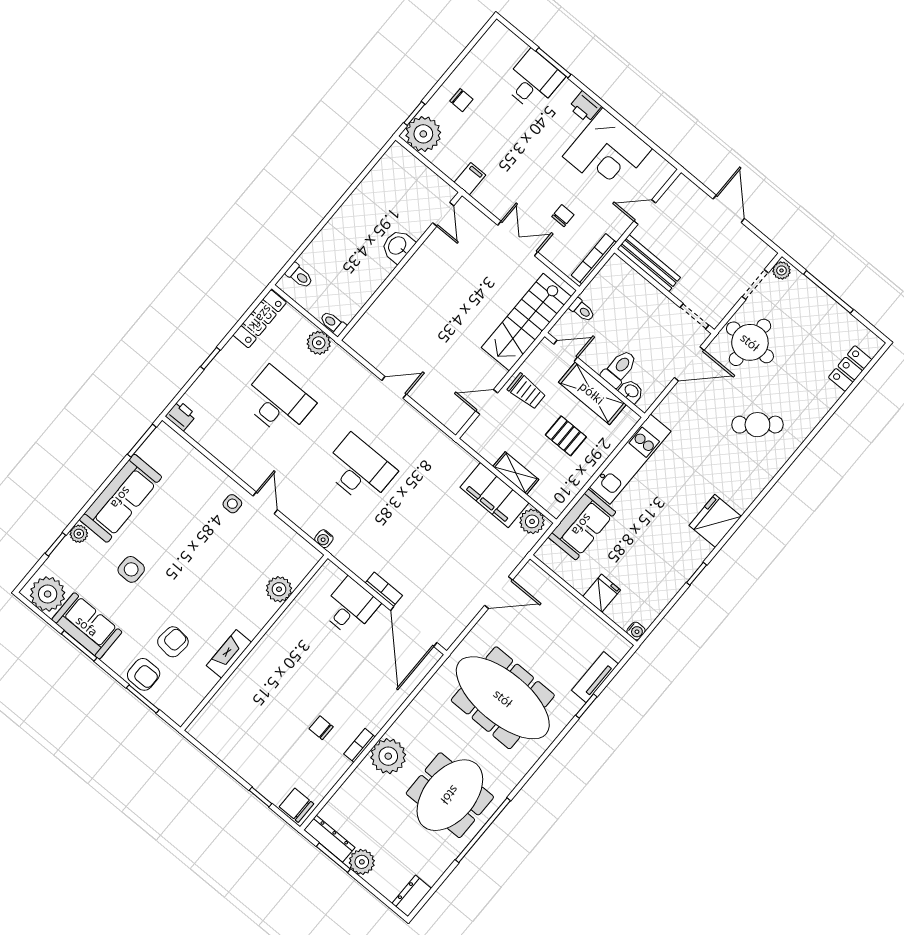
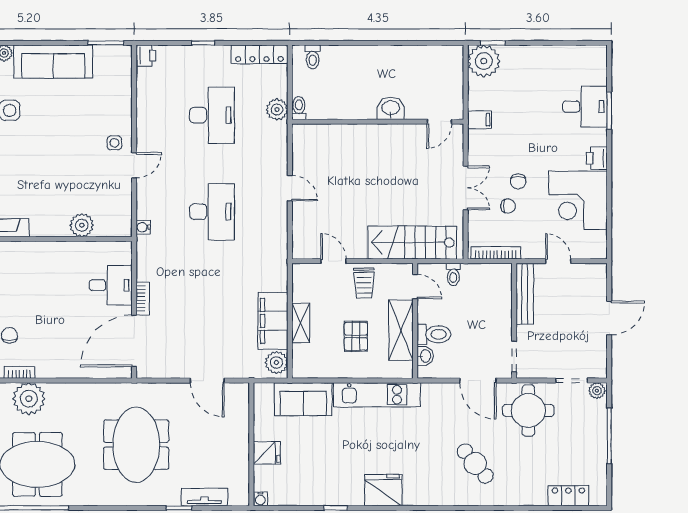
chair: (461, 100) -> (518, 181), moved
meeting table: (503, 698) -> (136, 445), width x0.73

